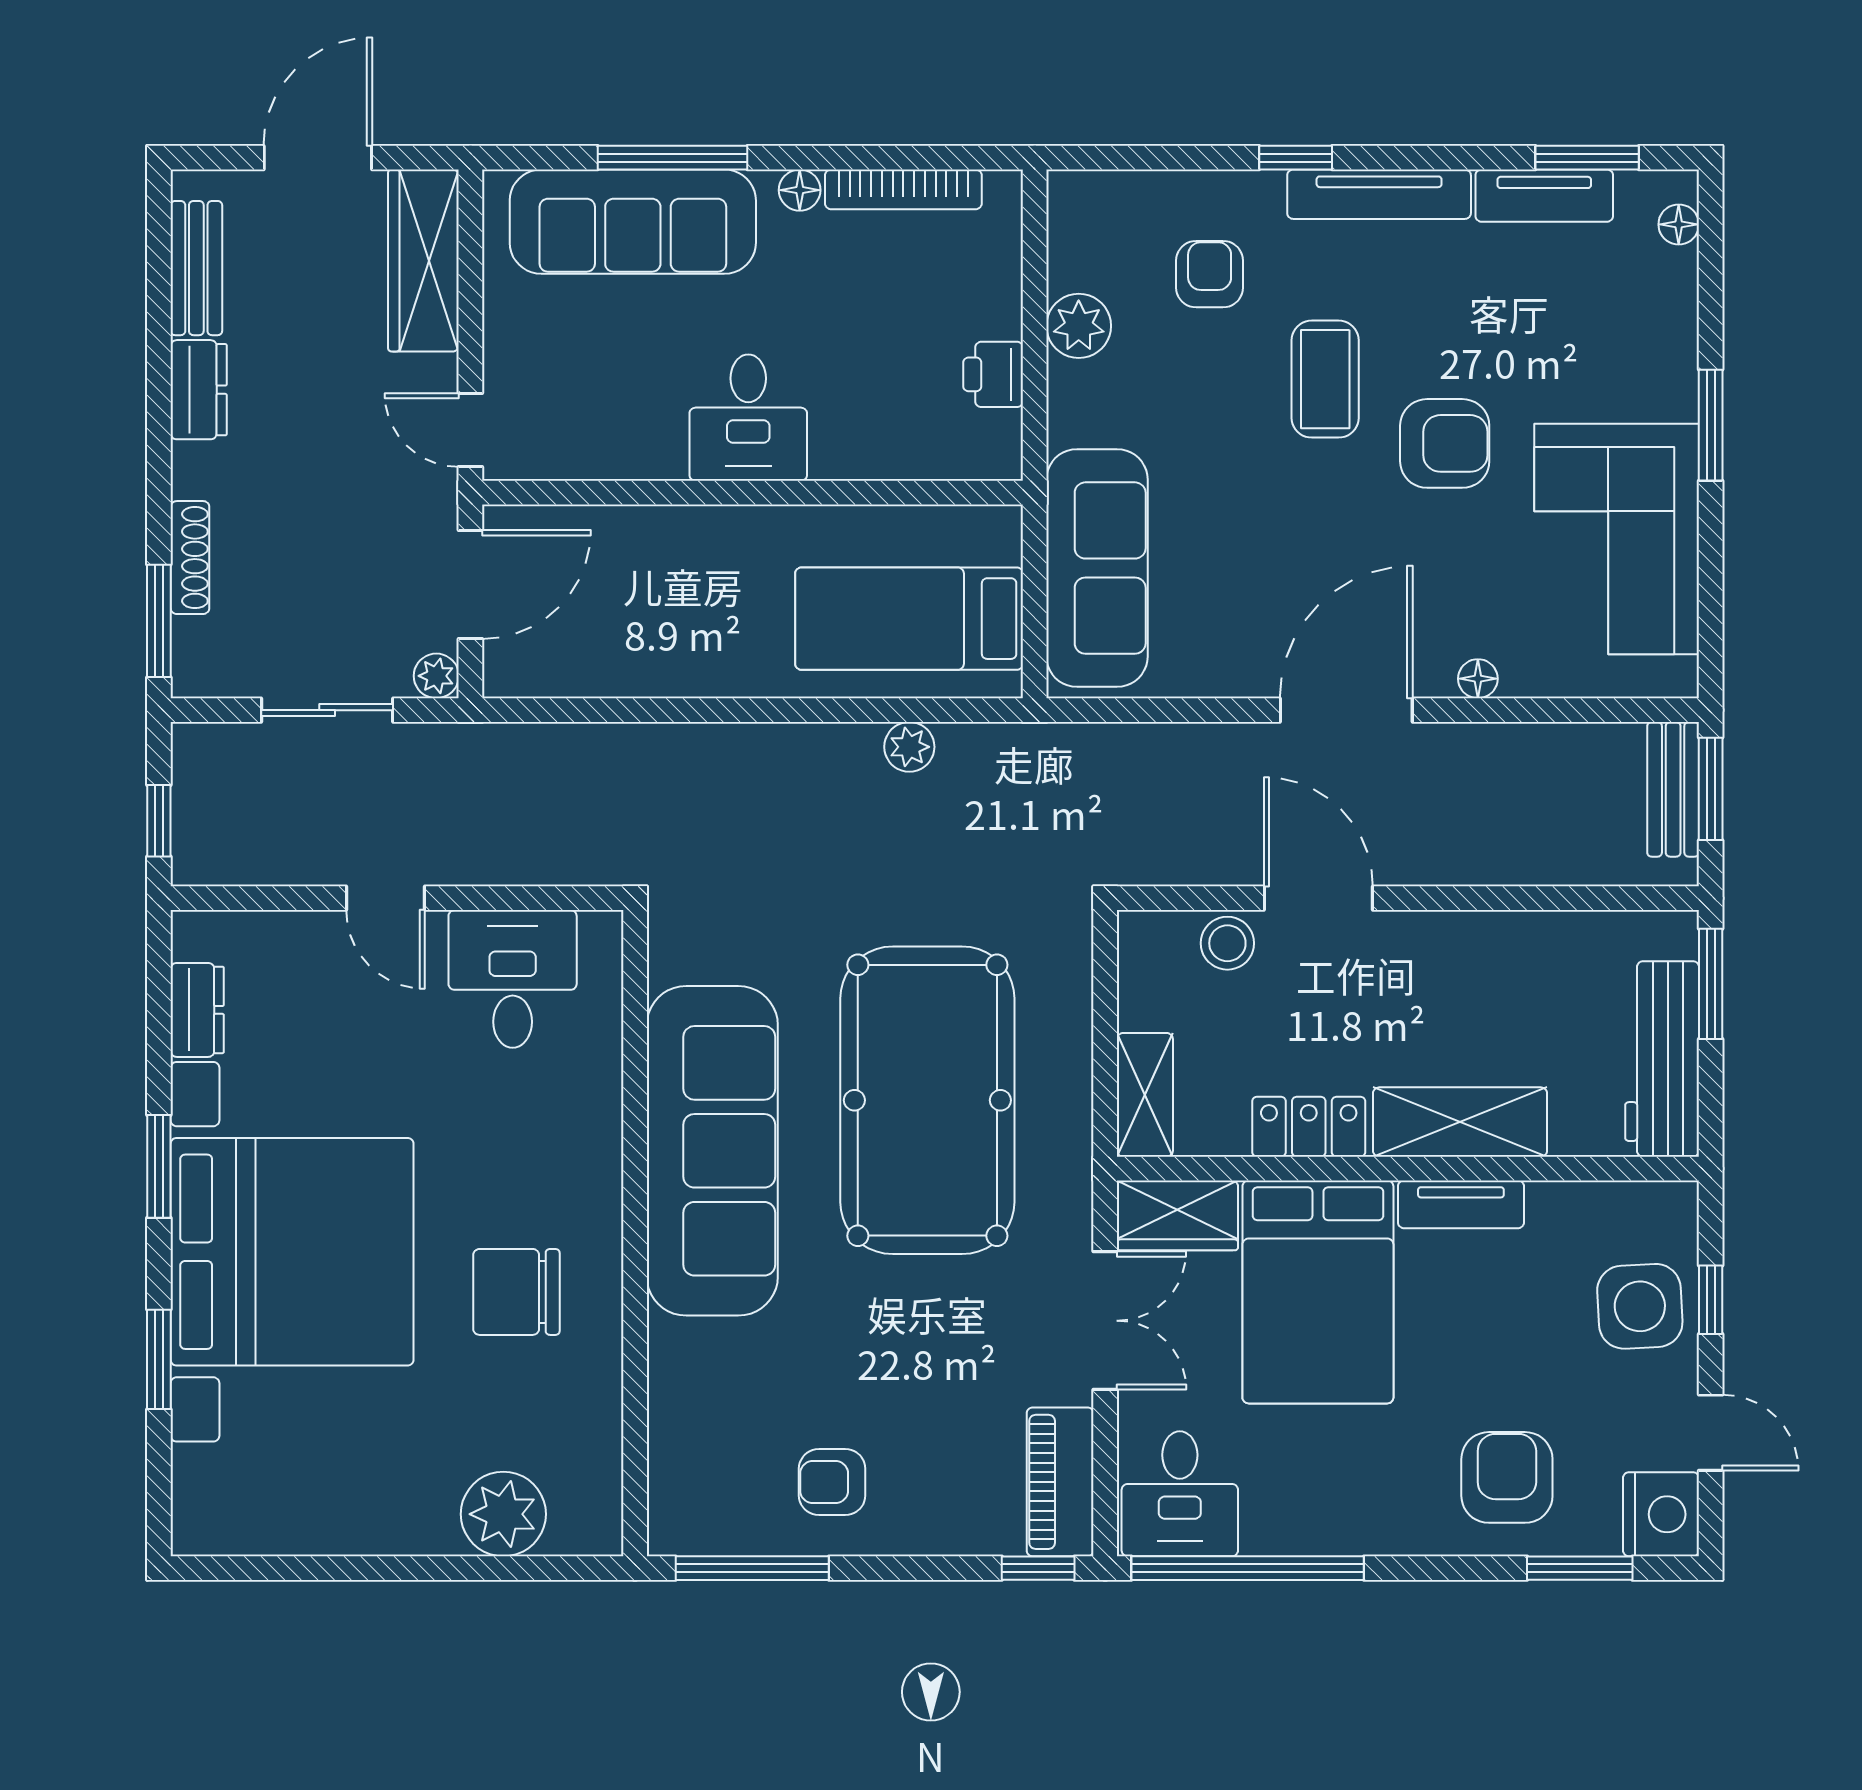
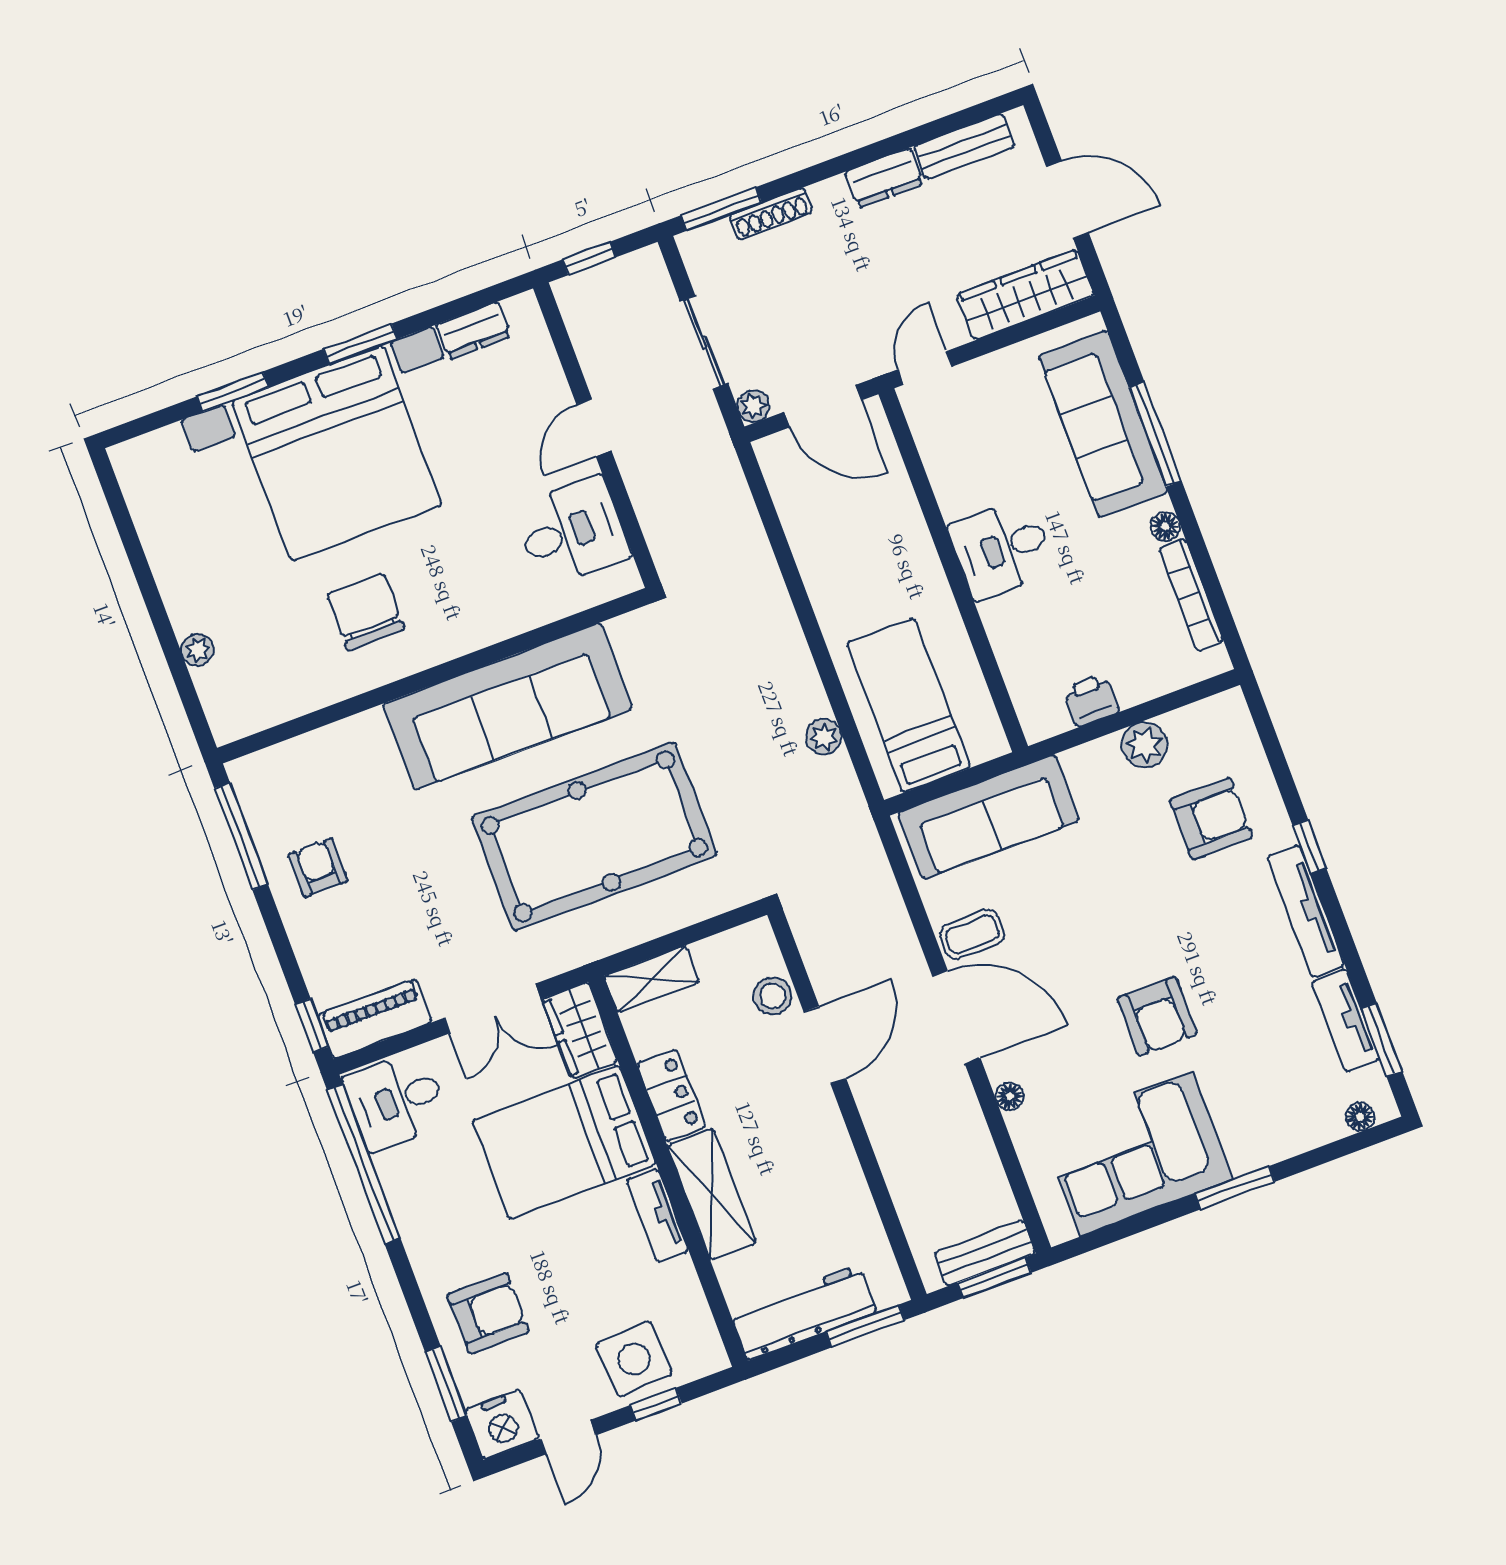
armchair: (1210, 274) -> (1211, 819), width x1.38, depth x1.38
coffee table: (1325, 379) -> (972, 934), moved, width x0.73, depth x0.77
plant: (503, 1514) -> (197, 650), width x0.53, depth x0.53

